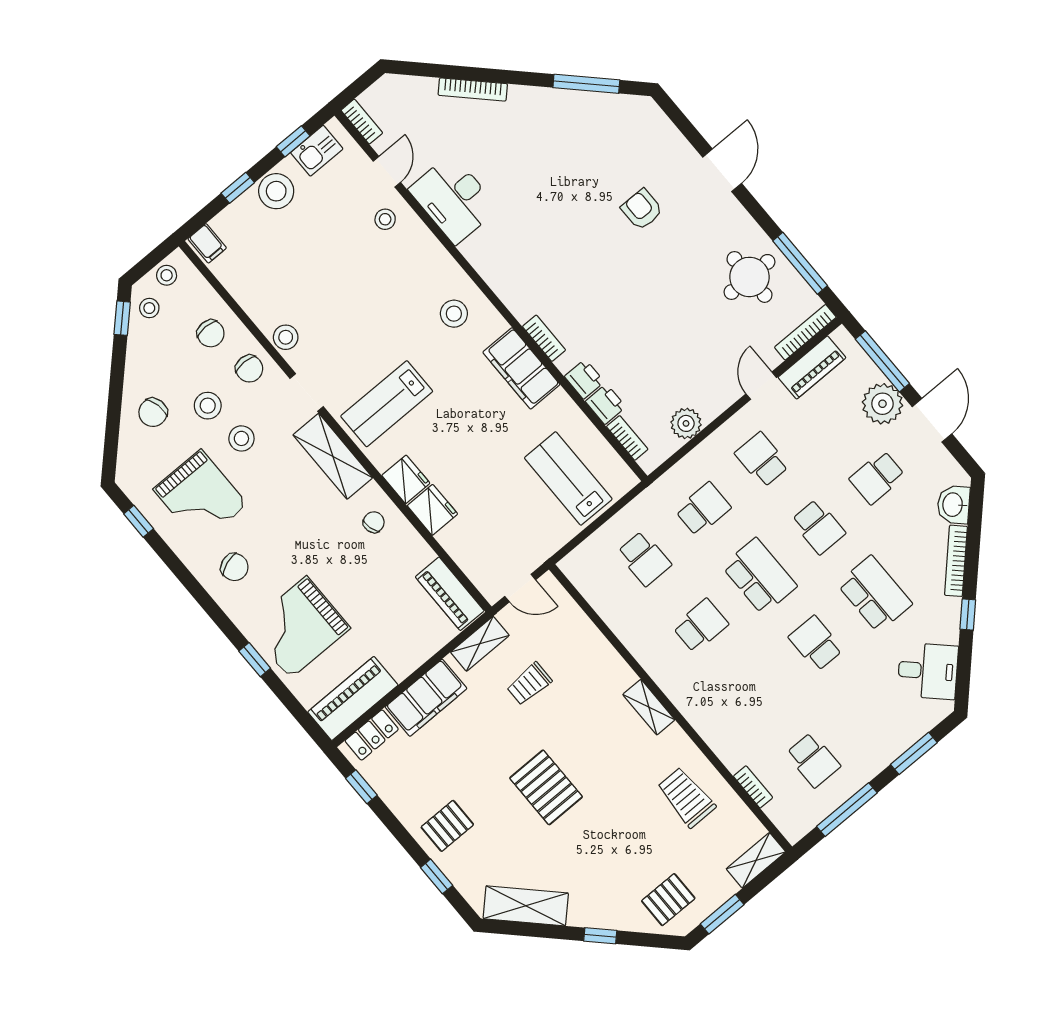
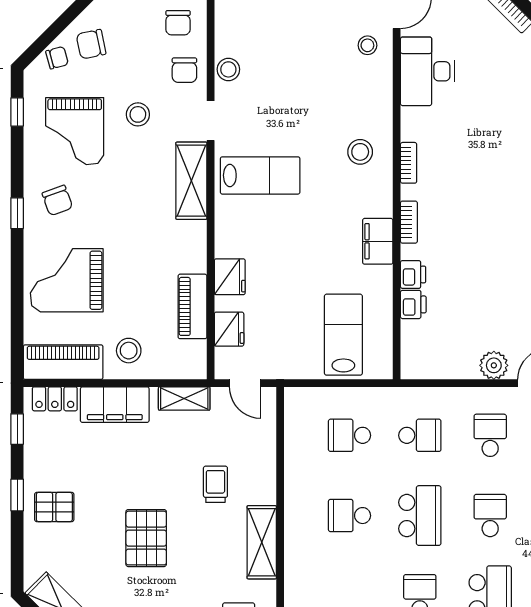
filing cabinet: (521, 368) -> (378, 241), width x0.67, depth x0.86
lab bench: (387, 404) -> (260, 175), turned 180
stool: (208, 406) -> (129, 351), moved
plant: (686, 423) -> (494, 365), moved
bookcase: (627, 438) -> (409, 163), moved
fridge: (406, 479) -> (229, 329), moved
chair: (374, 522) -> (57, 58), moved
school desk: (818, 527) -> (490, 516), turned 180
school desk: (644, 558) -> (350, 435), turned 90
piano: (450, 594) -> (192, 306), moved
school desk: (700, 626) -> (350, 516), turned 180
window: (255, 660) -> (17, 213), moved
trolley: (529, 684) -> (215, 484), moved, turned 90
shelving: (649, 707) -> (262, 542), width x1.50, depth x1.33
window: (437, 876) -> (17, 495), moved

